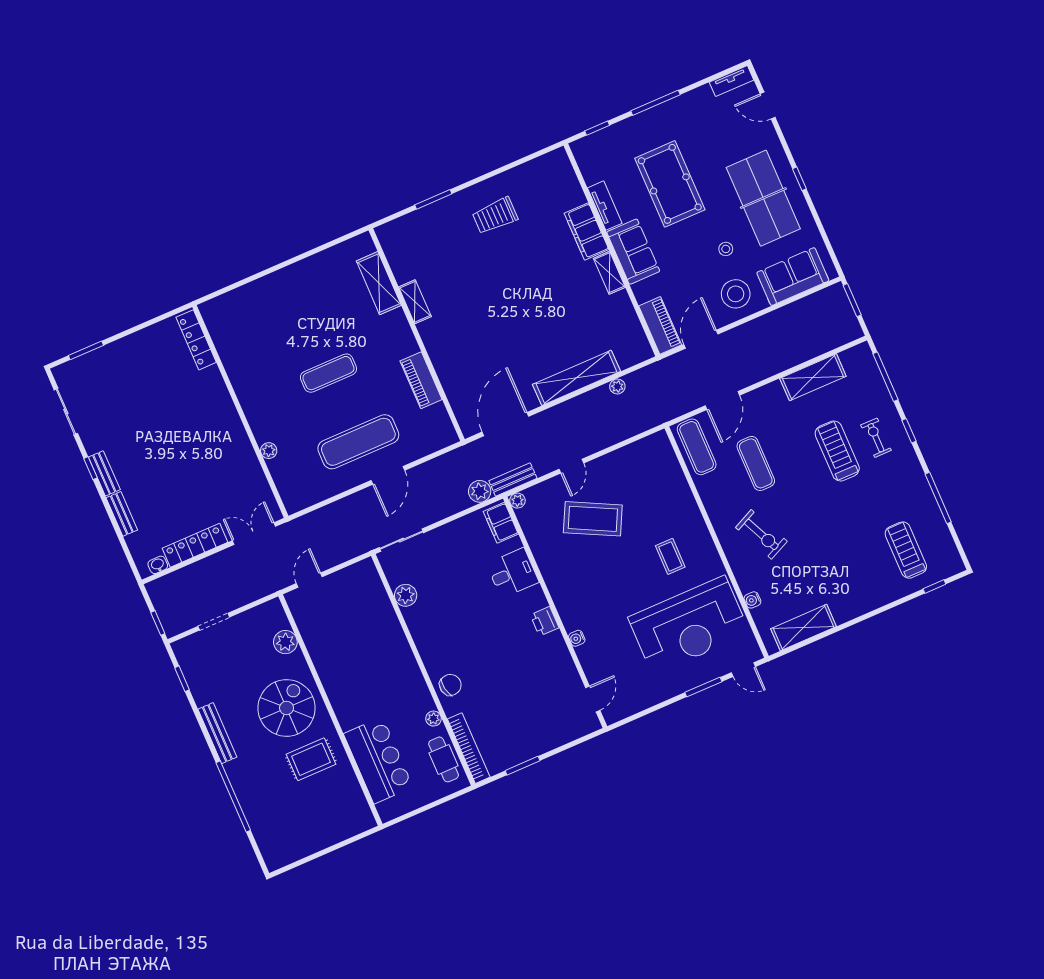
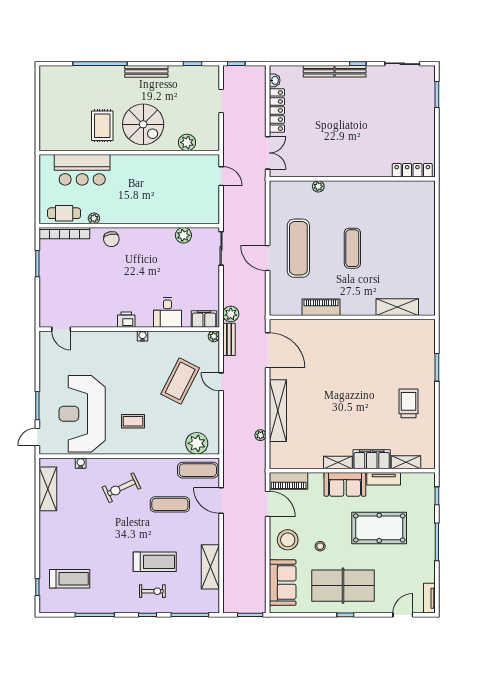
shelving: (415, 302) -> (406, 462), moved
plant: (663, 463) -> (197, 443), added
water cooler: (577, 638) -> (143, 336), moved

